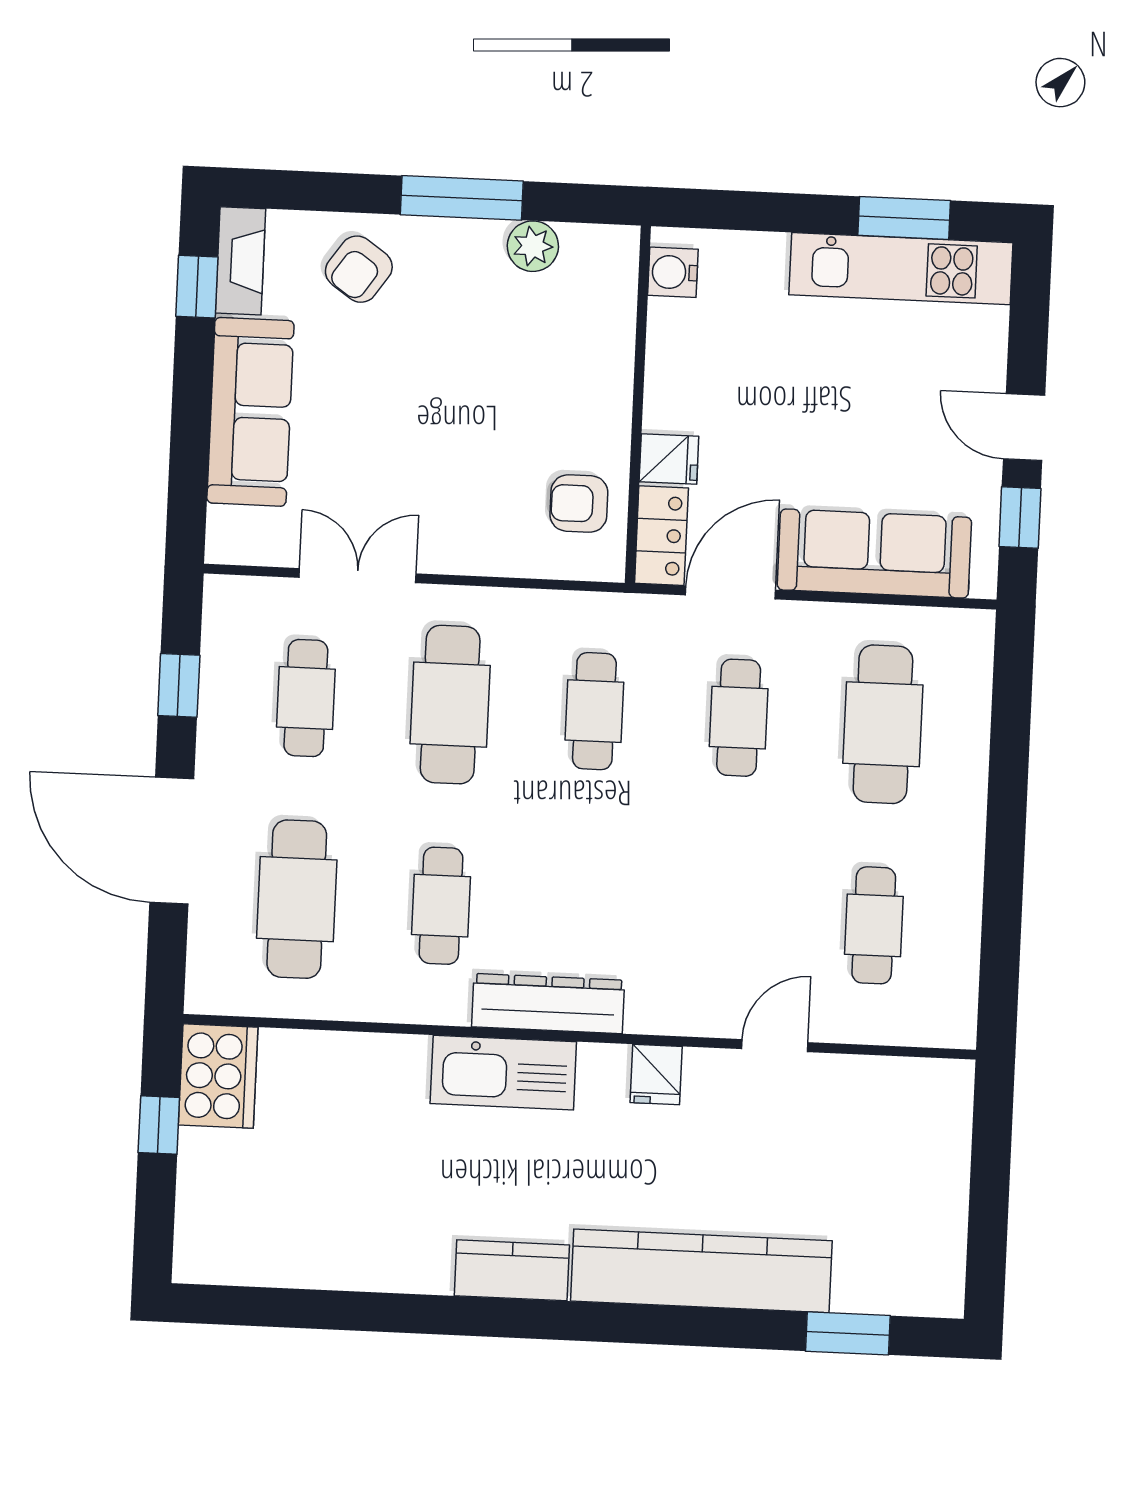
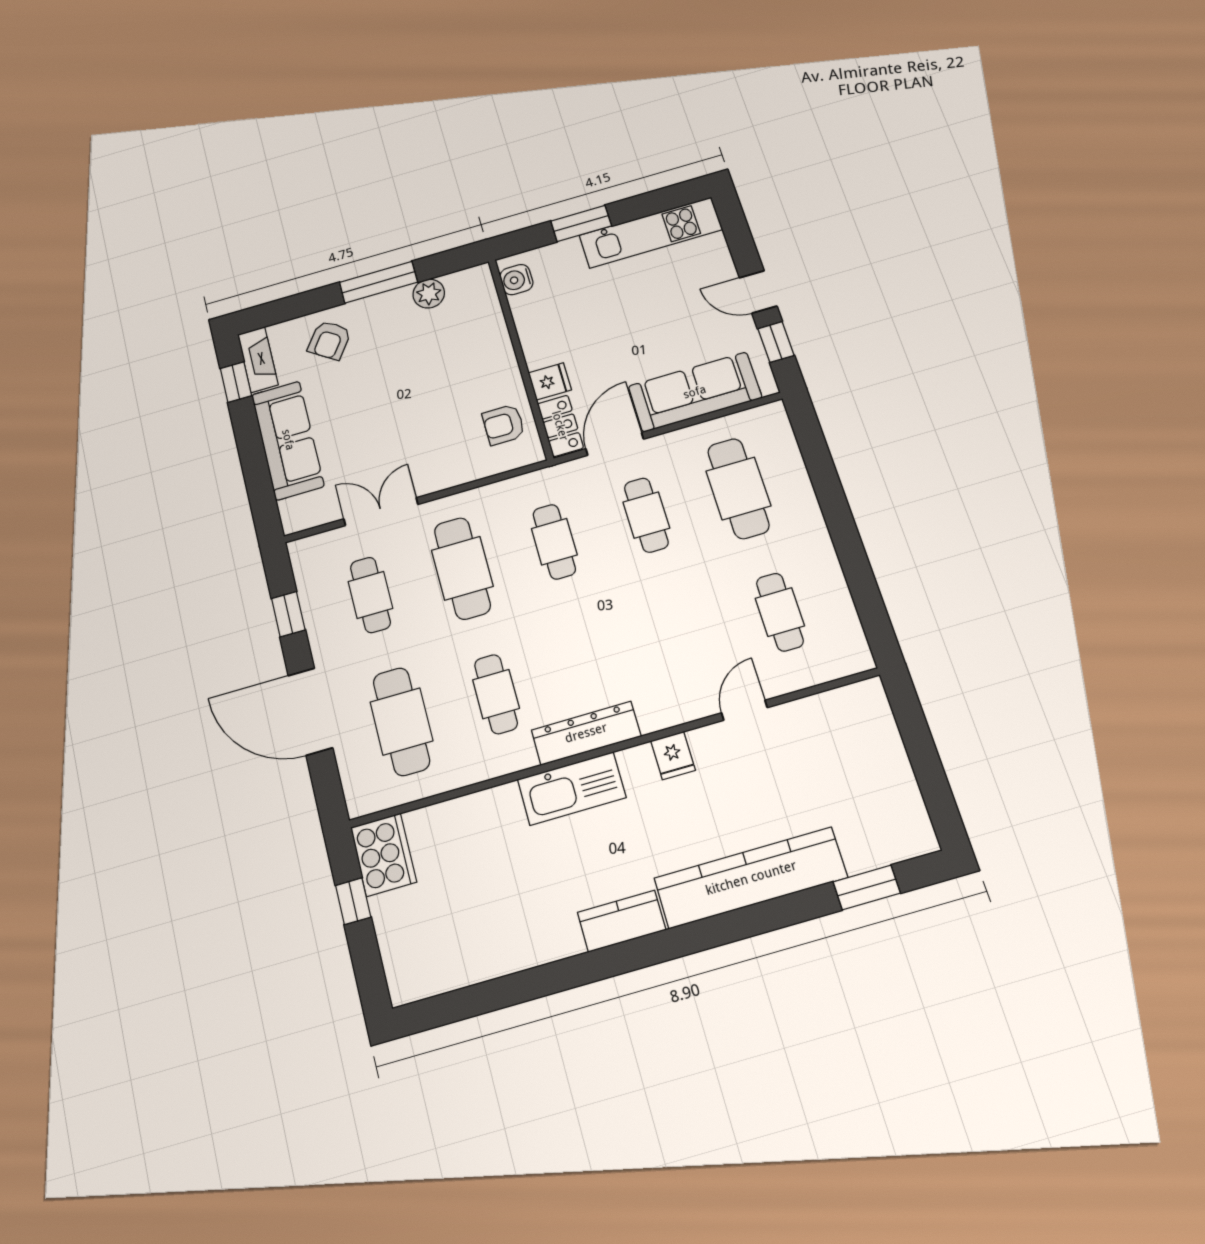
window: (904, 218) -> (581, 223), moved

